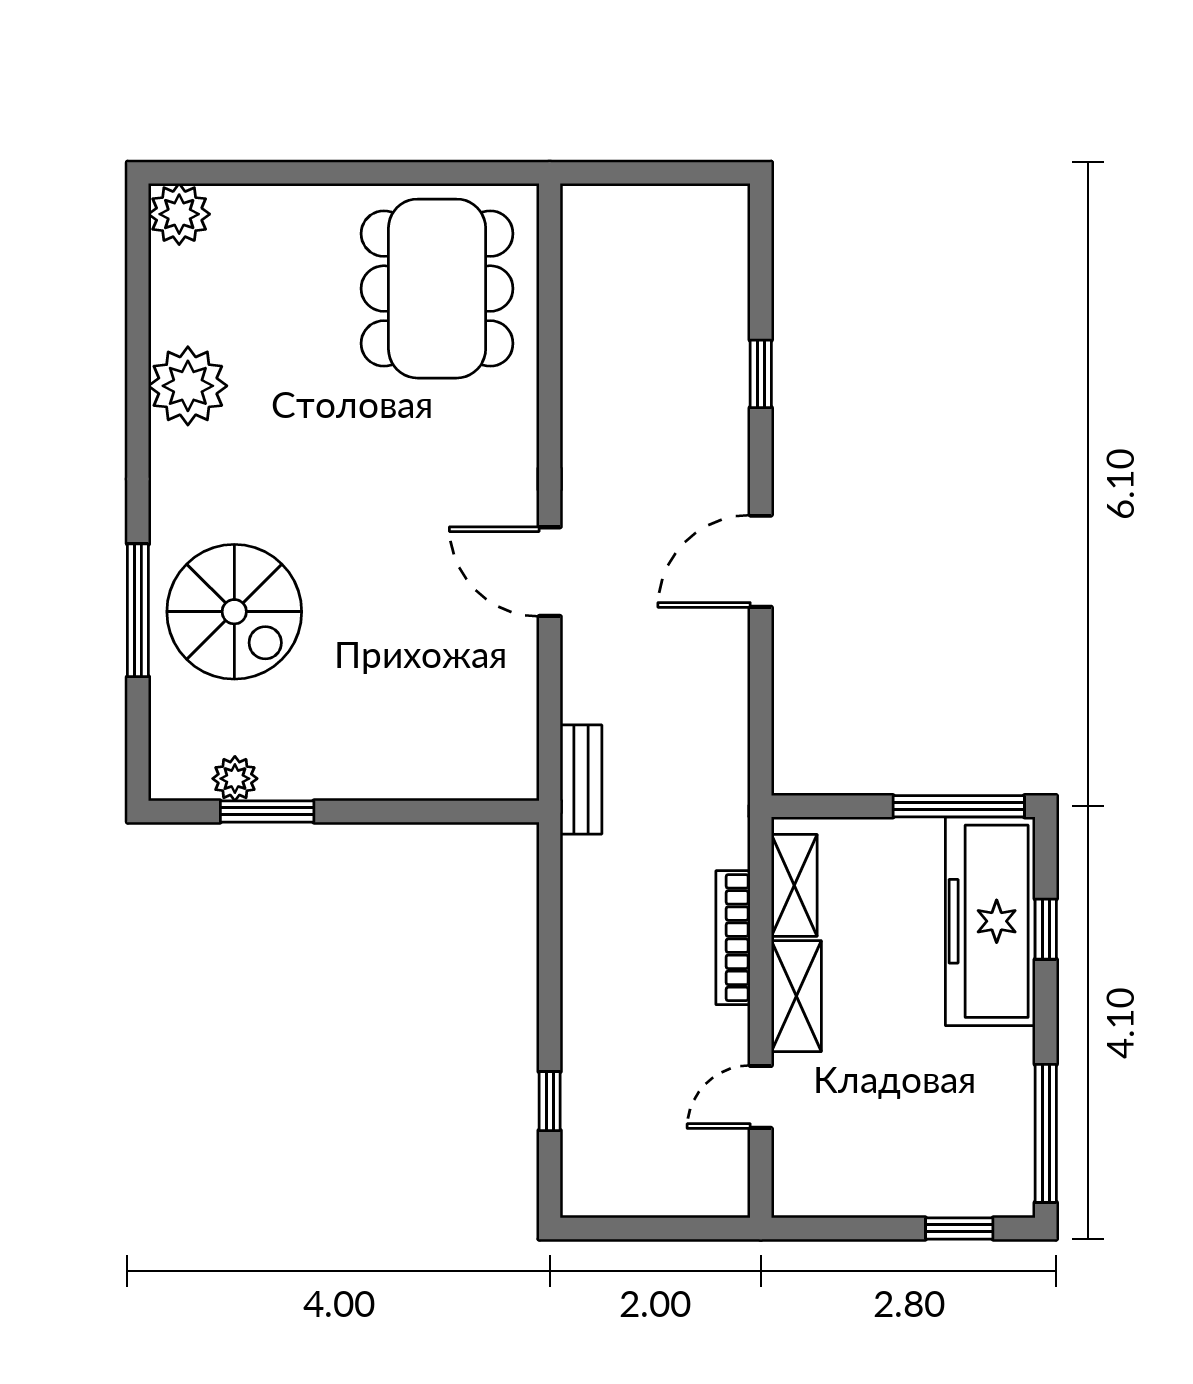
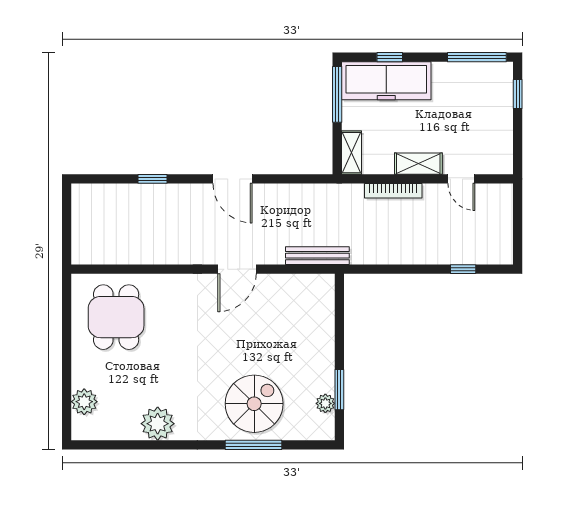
plant: (179, 214) -> (84, 402), moved
dining table: (437, 289) -> (116, 317), width x0.73
bench: (581, 779) -> (317, 256), width x1.36
shelving: (794, 885) -> (351, 153), moved, turned 90

